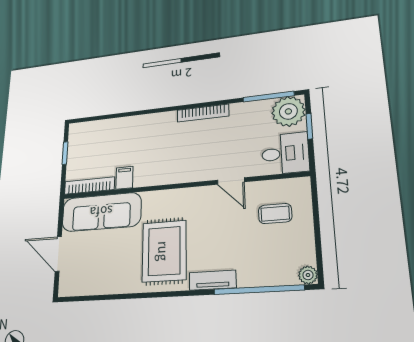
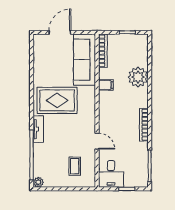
plant: (288, 111) -> (138, 77), moved
filing cabinet: (124, 178) -> (106, 85), moved
door: (231, 181) -> (97, 141), swing flipped

